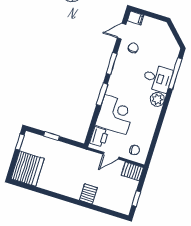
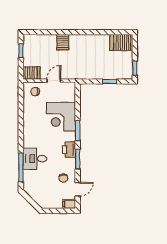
plant: (157, 99) -> (29, 141), removed
printer: (99, 137) -> (69, 150), moved
server rack: (28, 169) -> (121, 43), width x0.62

